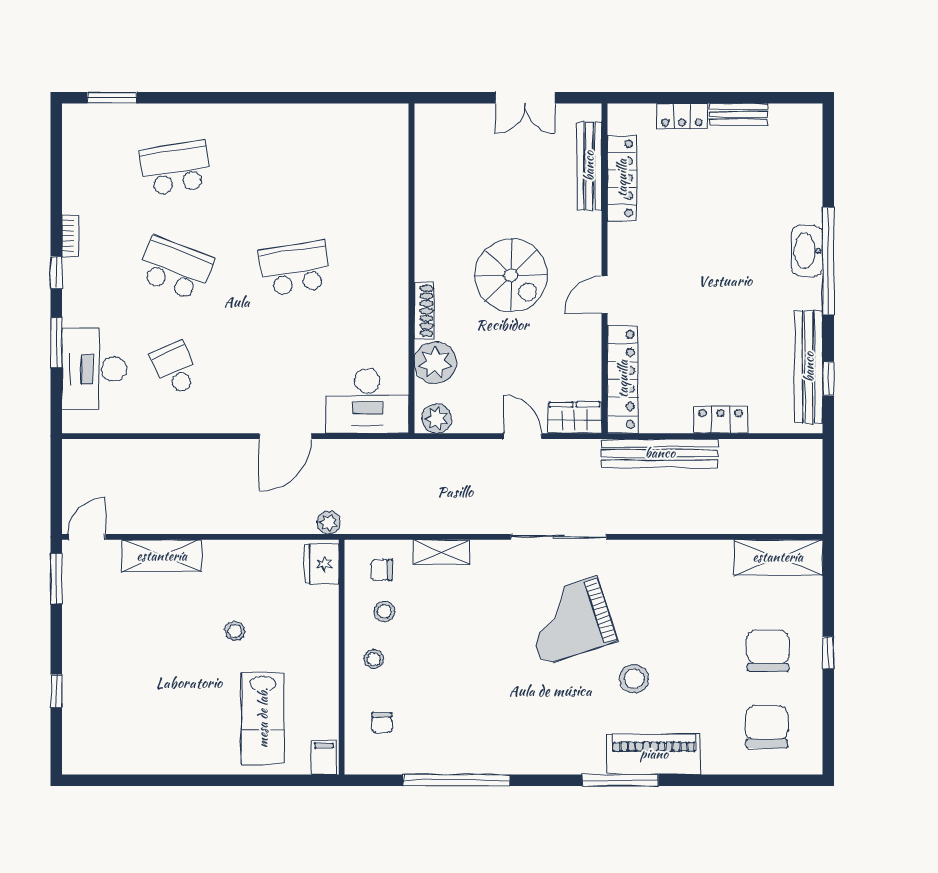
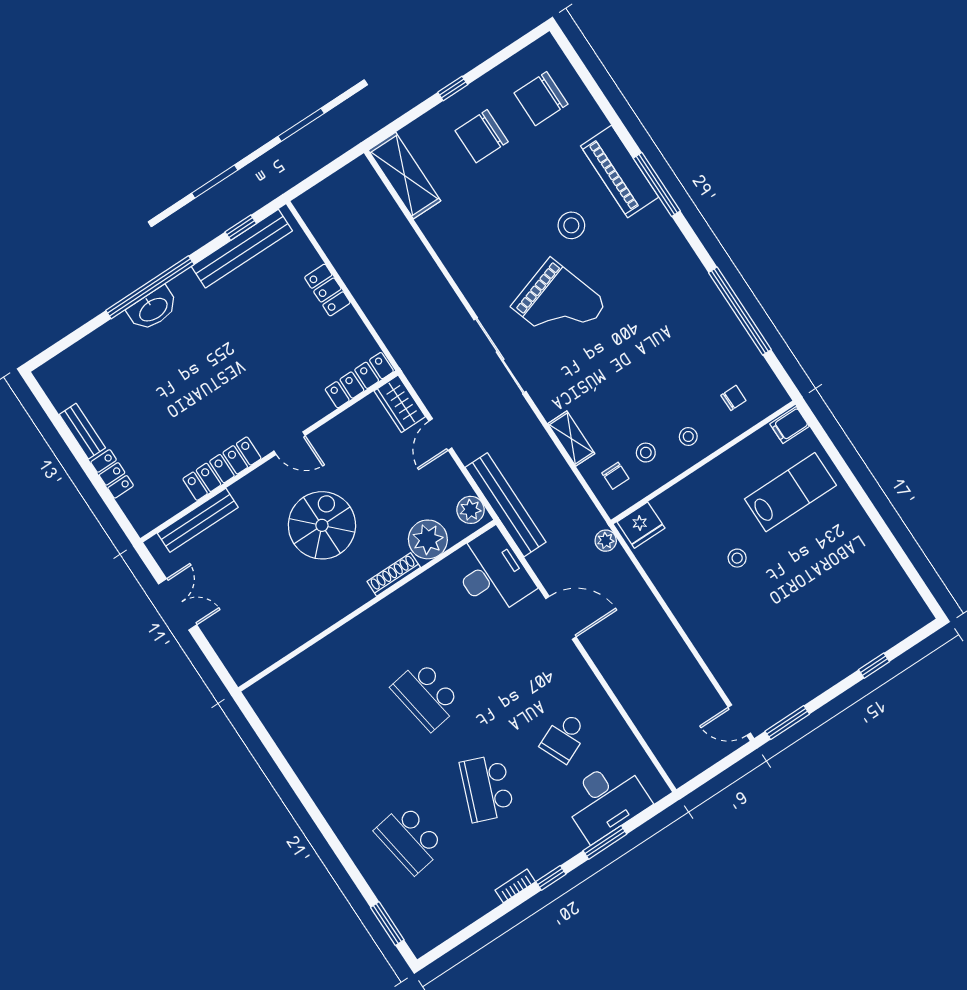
locker: (622, 178) -> (222, 469), moved
locker: (623, 379) -> (359, 380), width x0.71, depth x0.83
bench: (660, 453) -> (506, 505), moved
shelving: (162, 556) -> (716, 653), removed

